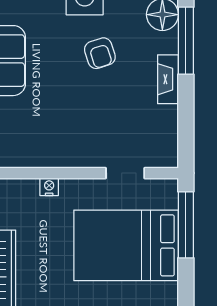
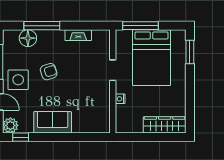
fireplace: (168, 79) -> (78, 35), moved
doorway: (125, 173) -> (113, 70), moved

